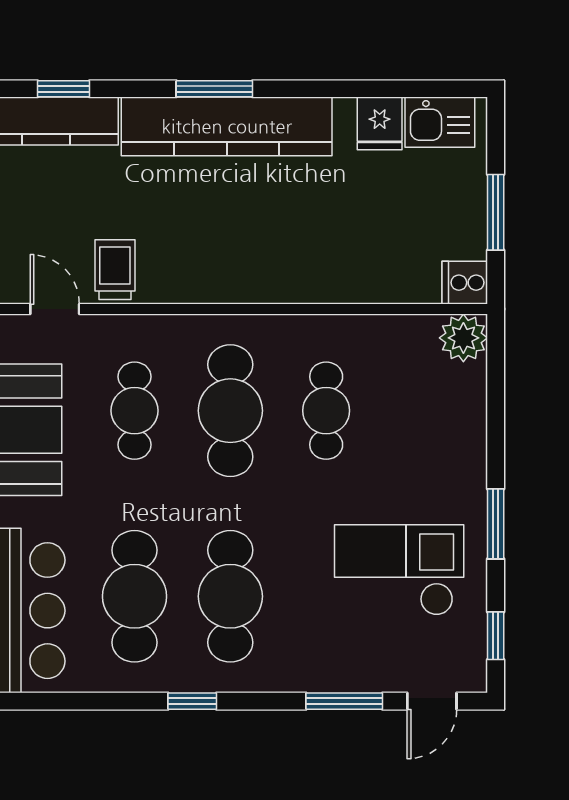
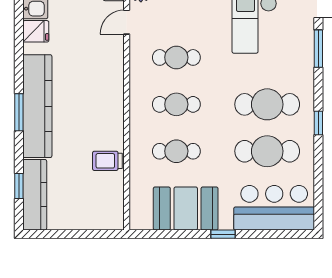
door: (55, 309) -> (127, 22), moved
cafe table: (230, 411) -> (176, 104), width x0.73, depth x0.74

